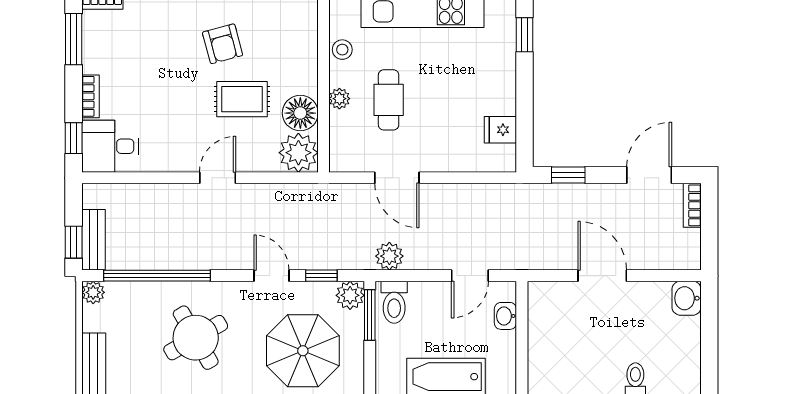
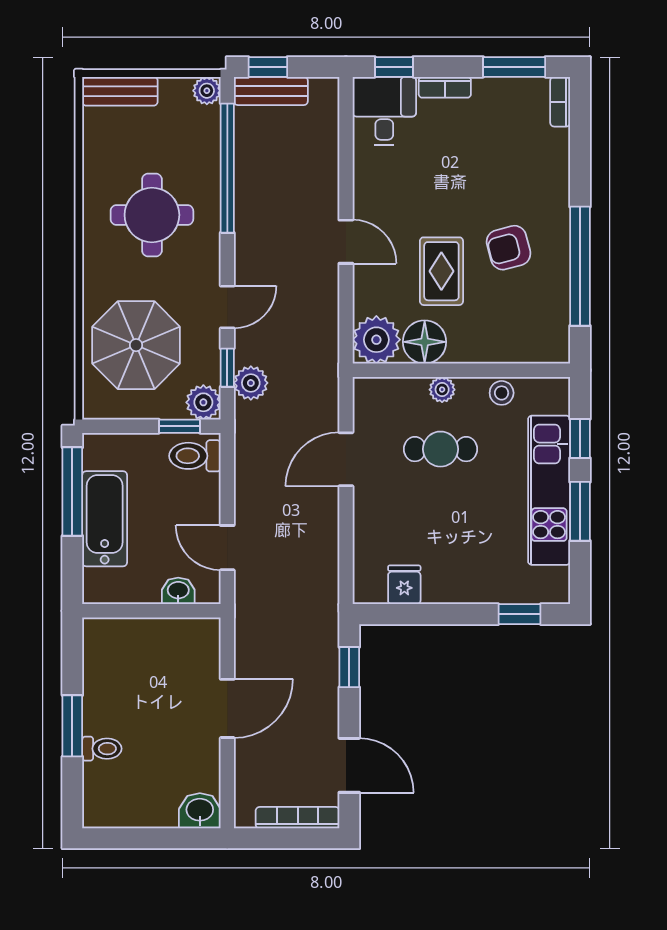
bookcase: (692, 205) -> (298, 818), width x1.56
plant: (389, 256) -> (251, 383), moved
window: (370, 315) -> (179, 426), width x0.67
round table: (196, 338) -> (152, 215), turned 30

